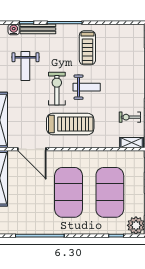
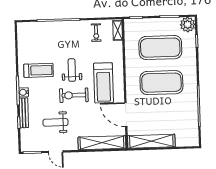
water cooler: (14, 29) -> (24, 92), moved
weight bench: (25, 66) -> (56, 122), turned 180
treadmill: (70, 124) -> (103, 83), turned 180
door: (32, 149) -> (126, 115), swing flipped

